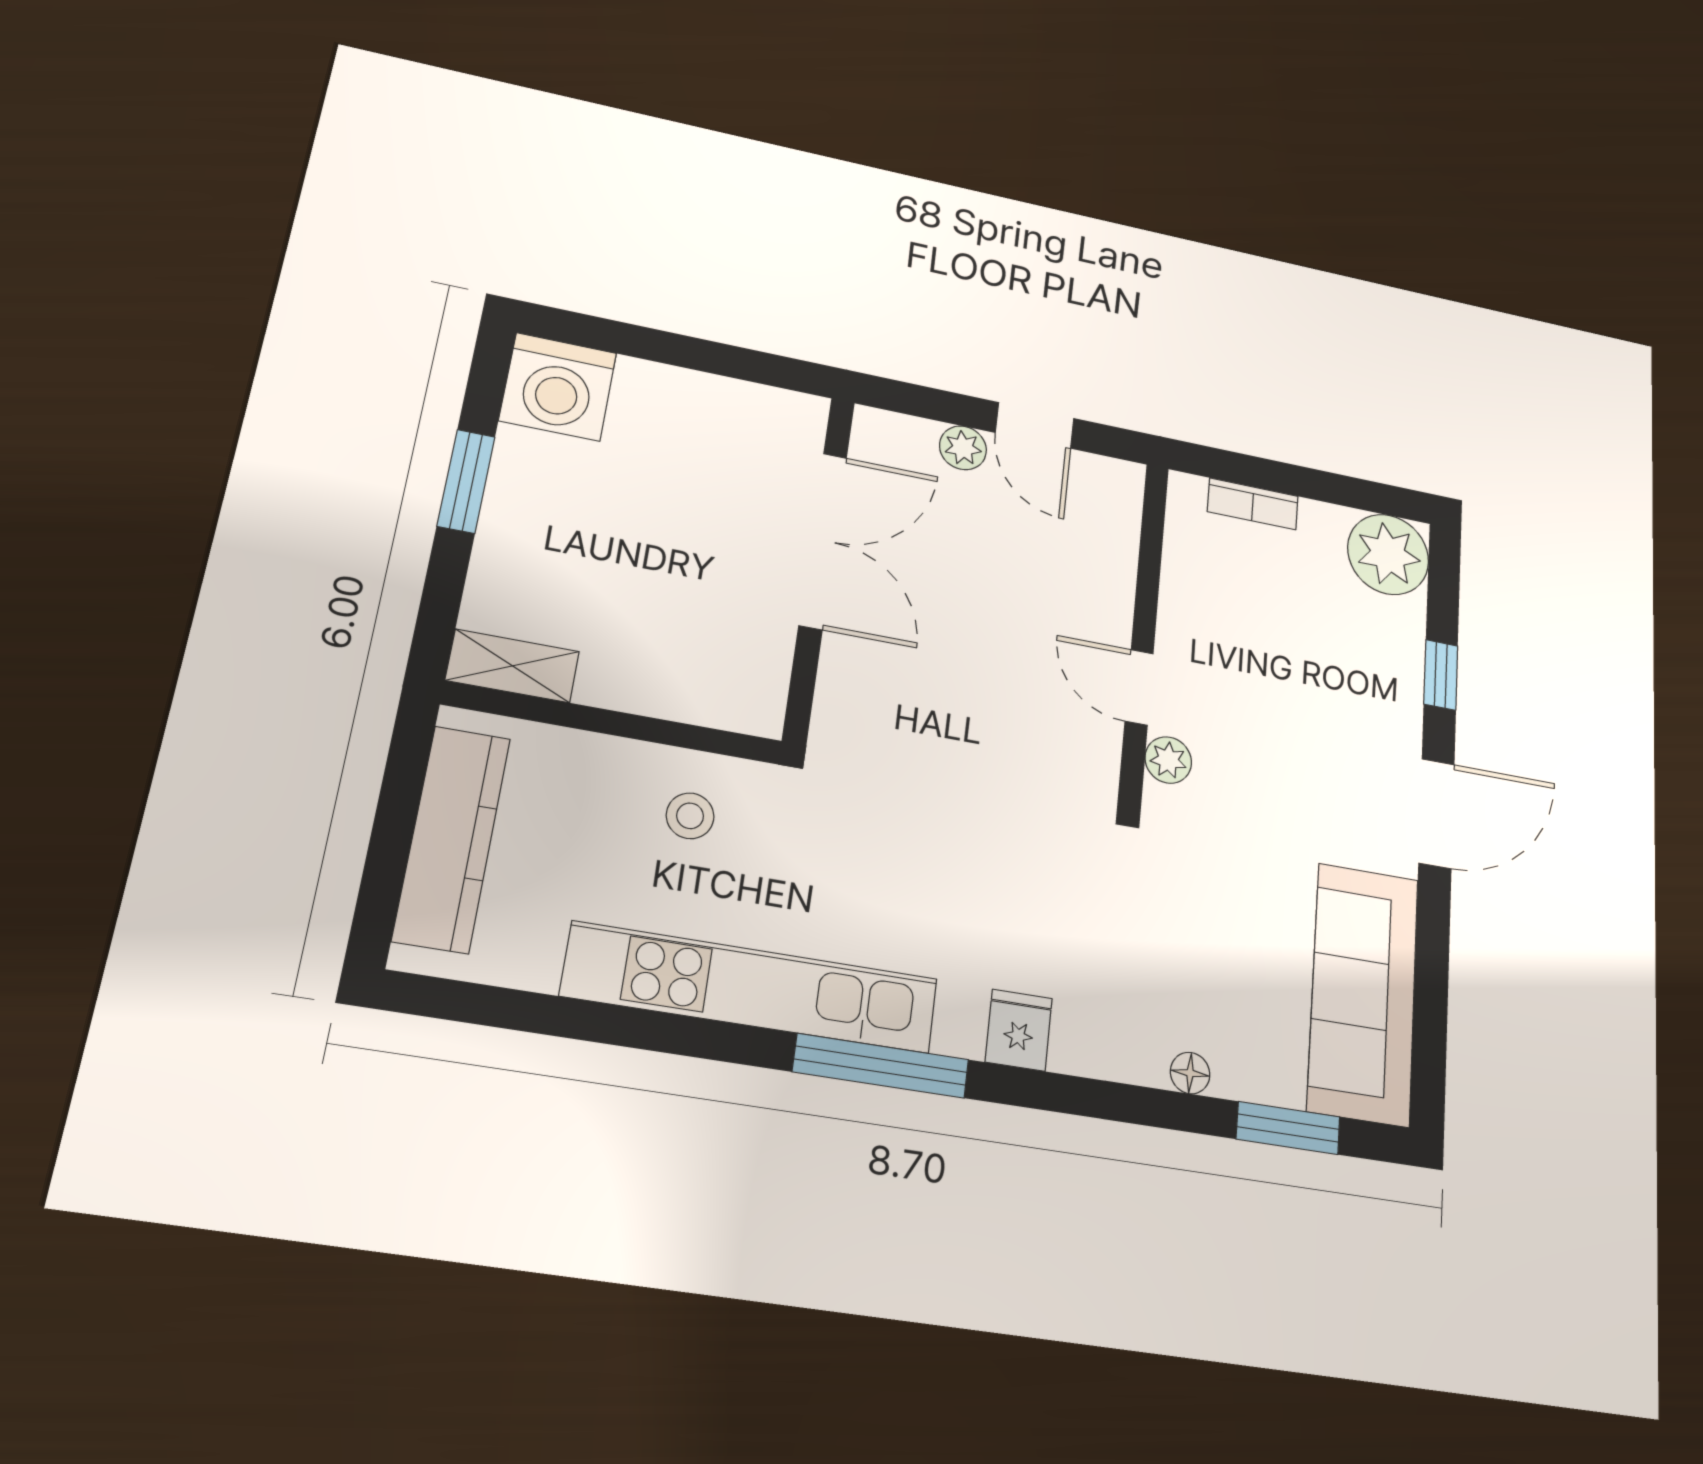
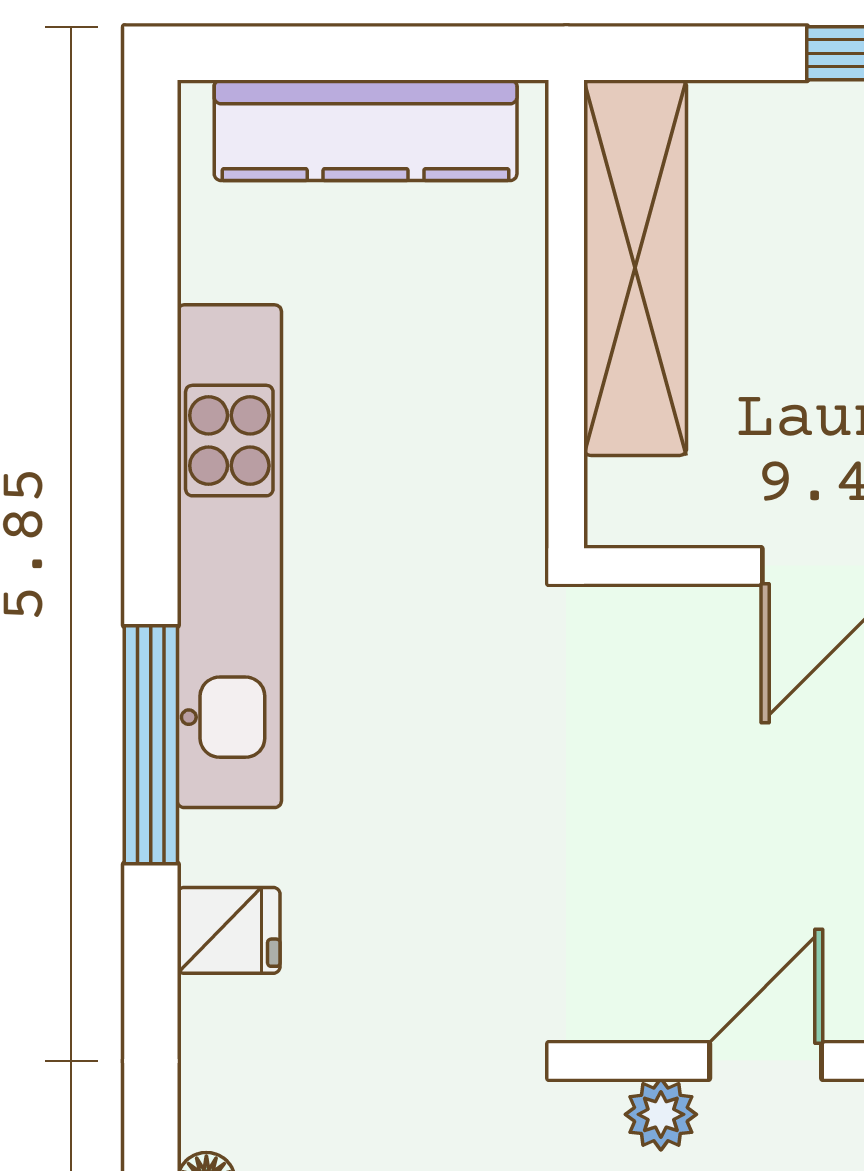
shelving: (513, 666) -> (635, 268), width x2.20, depth x1.33
stool: (690, 816) -> (453, 438), removed

